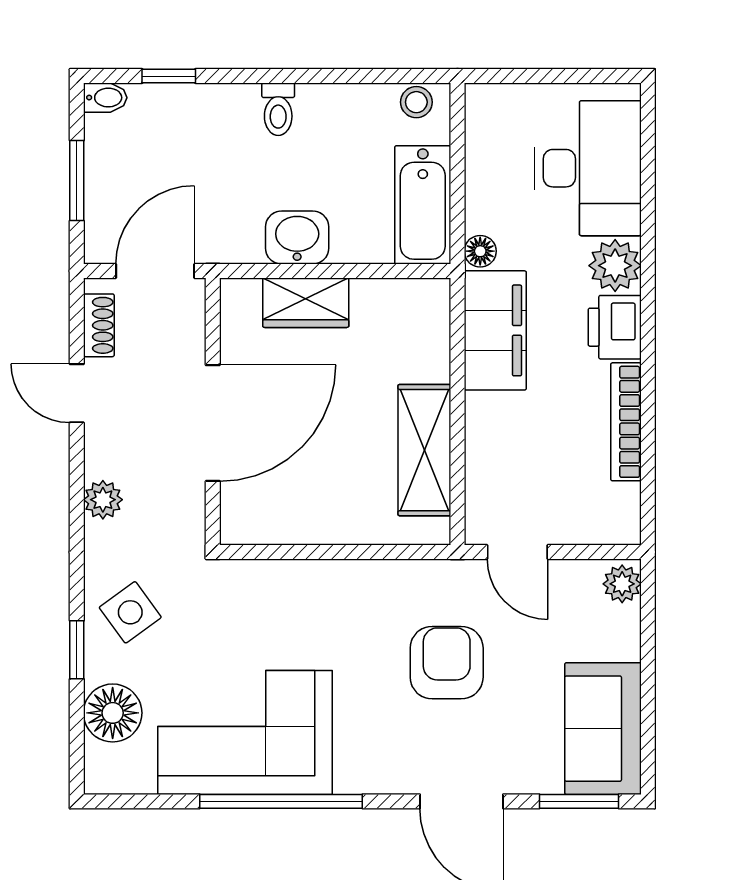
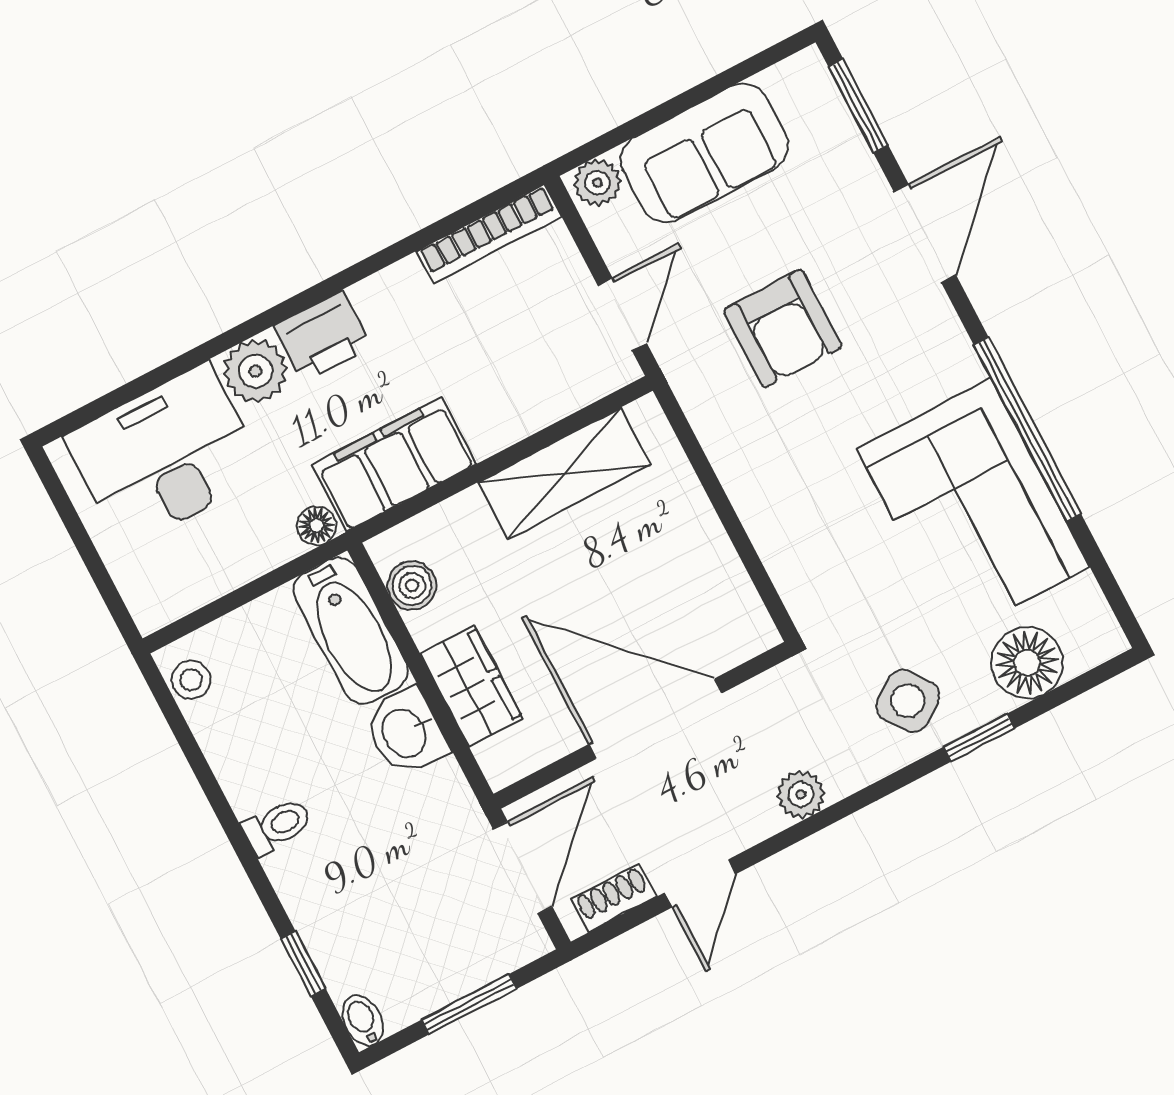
bathtub: (423, 205) -> (351, 631), moved, turned 90
door: (155, 271) -> (523, 868), swing flipped
boiler: (401, 298) -> (412, 585), added
bookcase: (626, 422) -> (489, 234), moved
armchair: (447, 663) -> (783, 328), turned -90
sofa: (603, 729) -> (704, 153), moved

